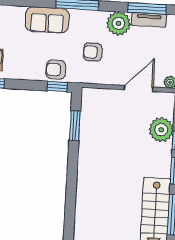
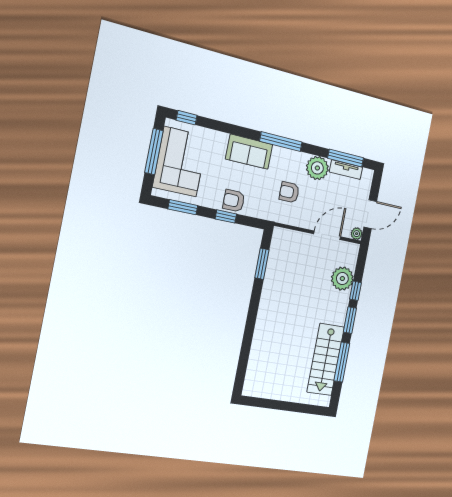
armchair: (56, 70) -> (234, 201), moved
window: (57, 87) -> (226, 216), moved

